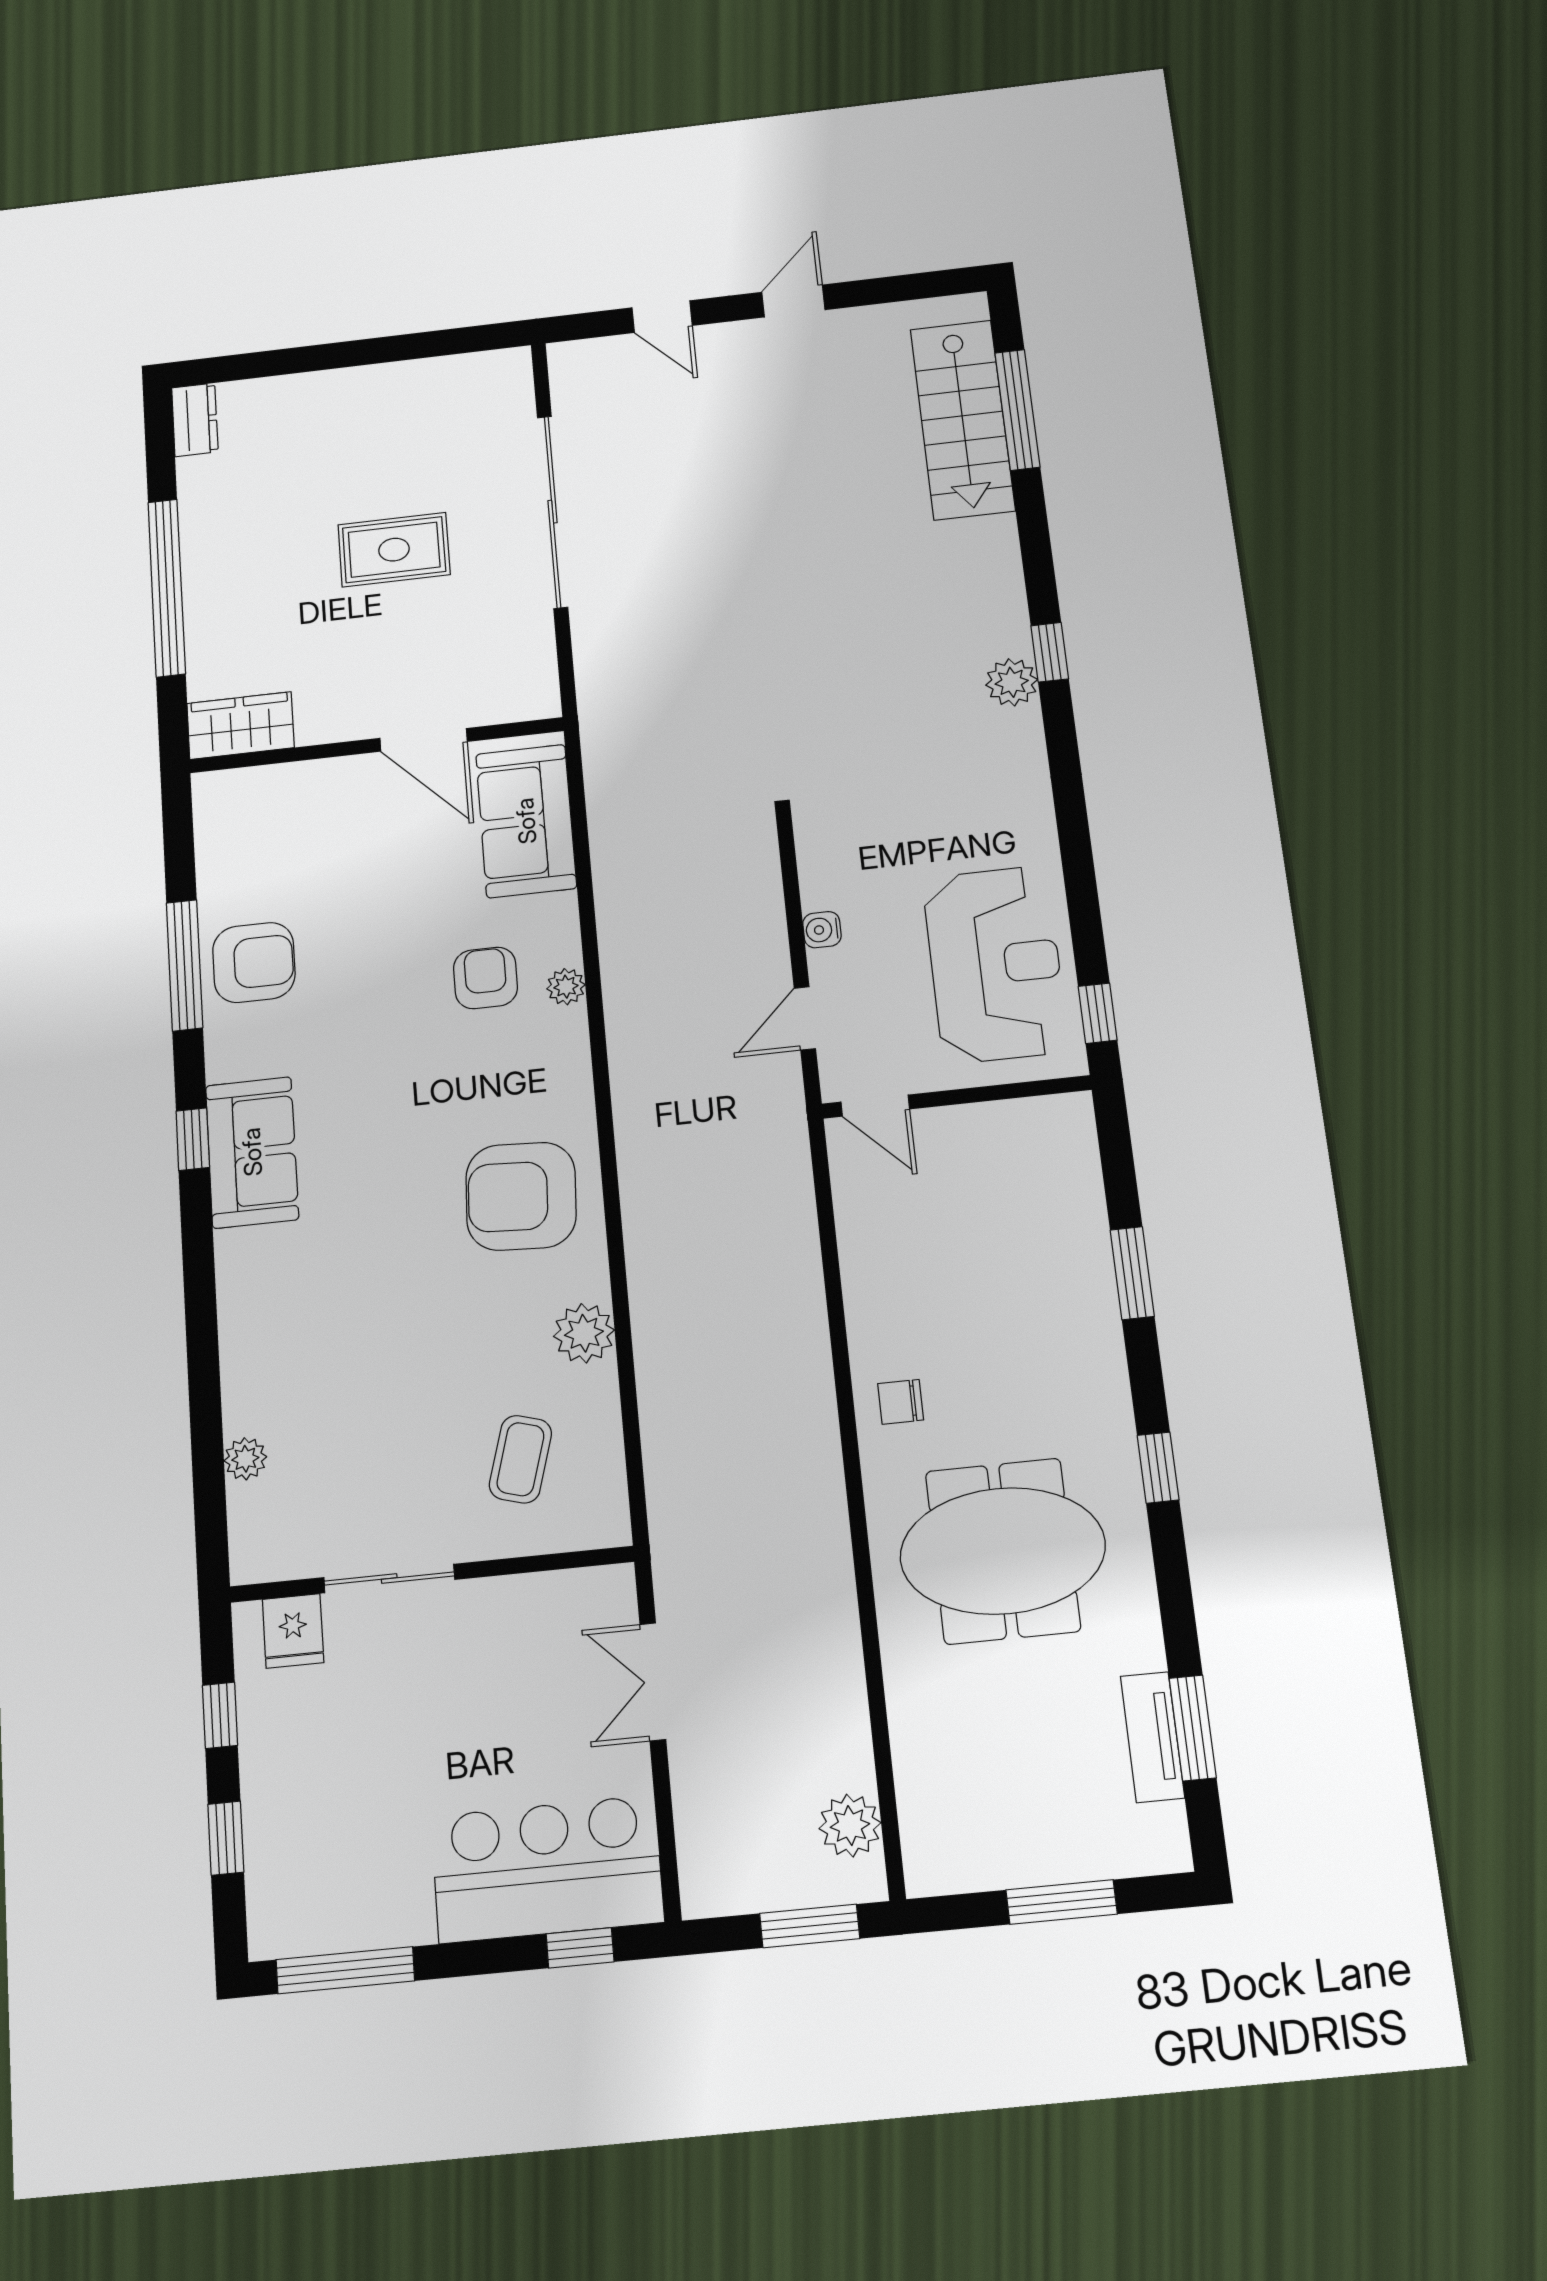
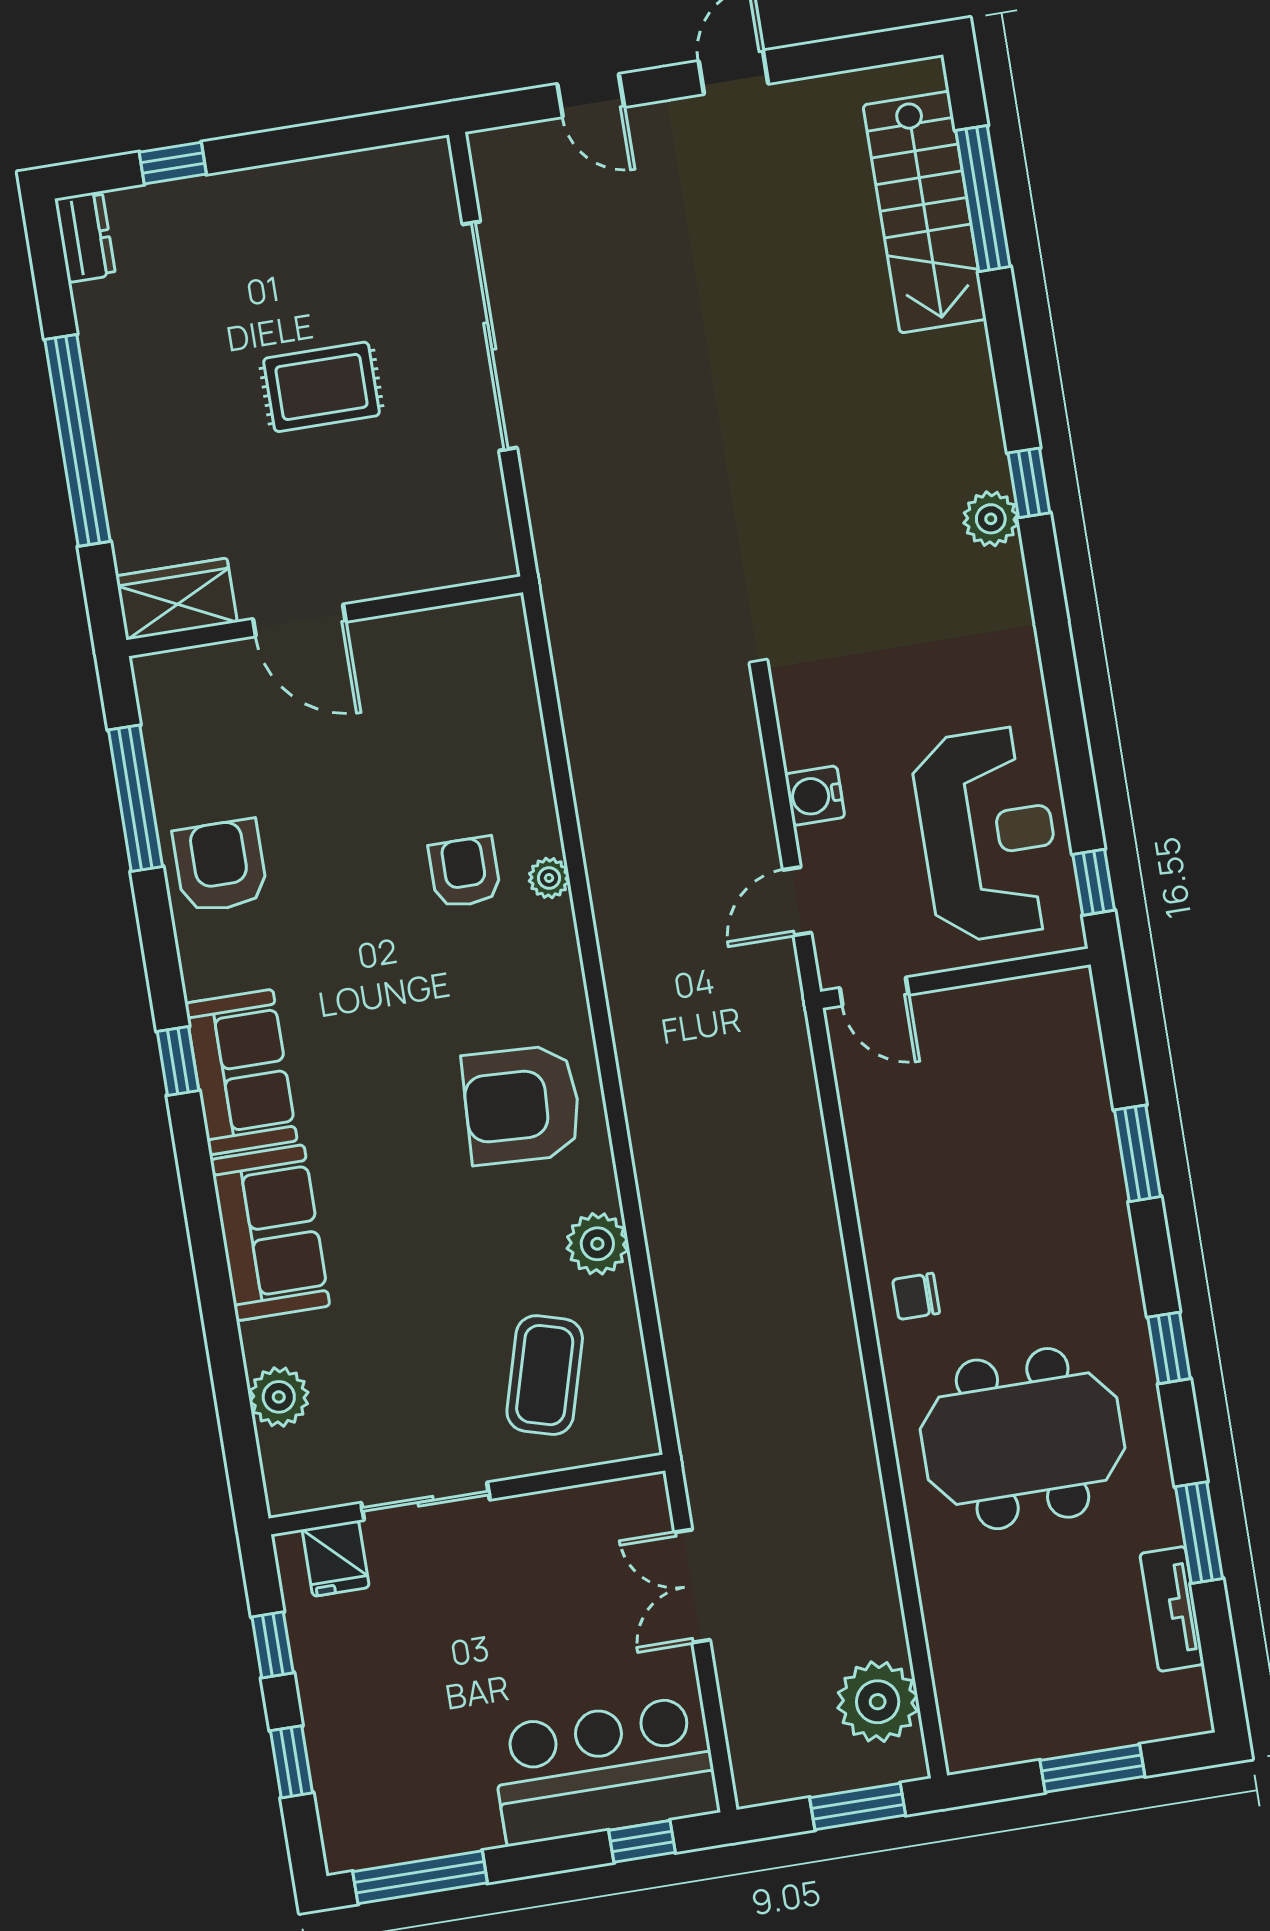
window: (280, 362) -> (173, 163), added
door: (424, 740) -> (299, 620), moved
sofa: (526, 821) -> (270, 1233), moved, turned 180
water cooler: (822, 930) -> (815, 796), width x1.38, depth x1.38
armchair: (254, 962) -> (220, 866), turned -90
window: (185, 965) -> (135, 798), moved
plant: (245, 1459) -> (279, 1397), width x1.38, depth x1.38
coffee table: (520, 1459) -> (545, 1375), width x1.36, depth x1.30
window: (1193, 1728) -> (1199, 1533), moved
plant: (850, 1826) -> (878, 1702), width x1.36, depth x1.36

